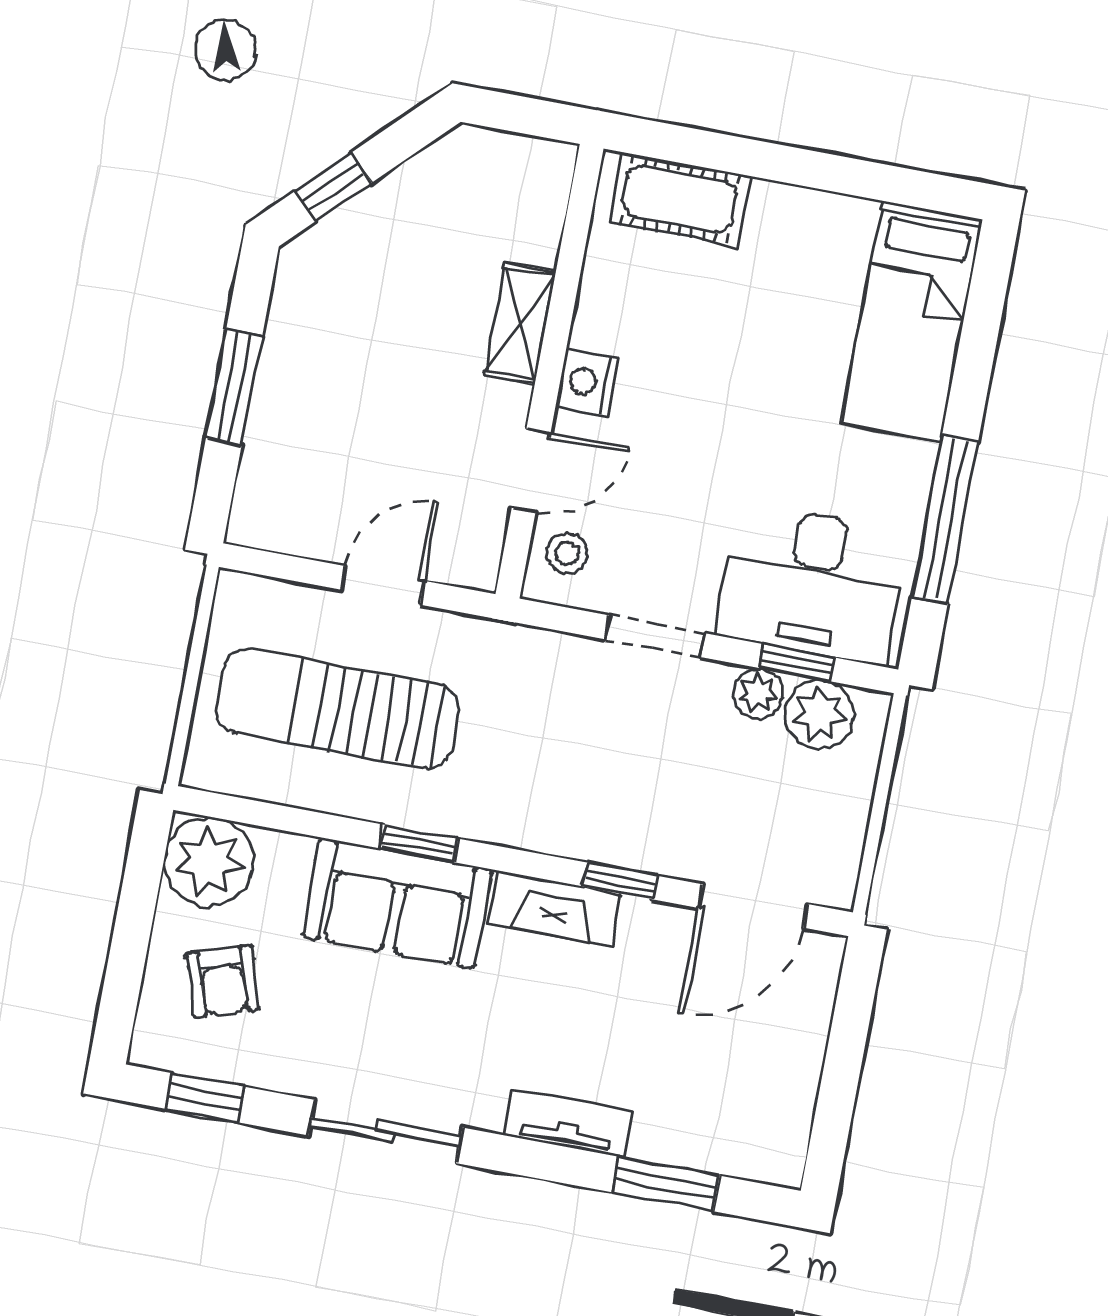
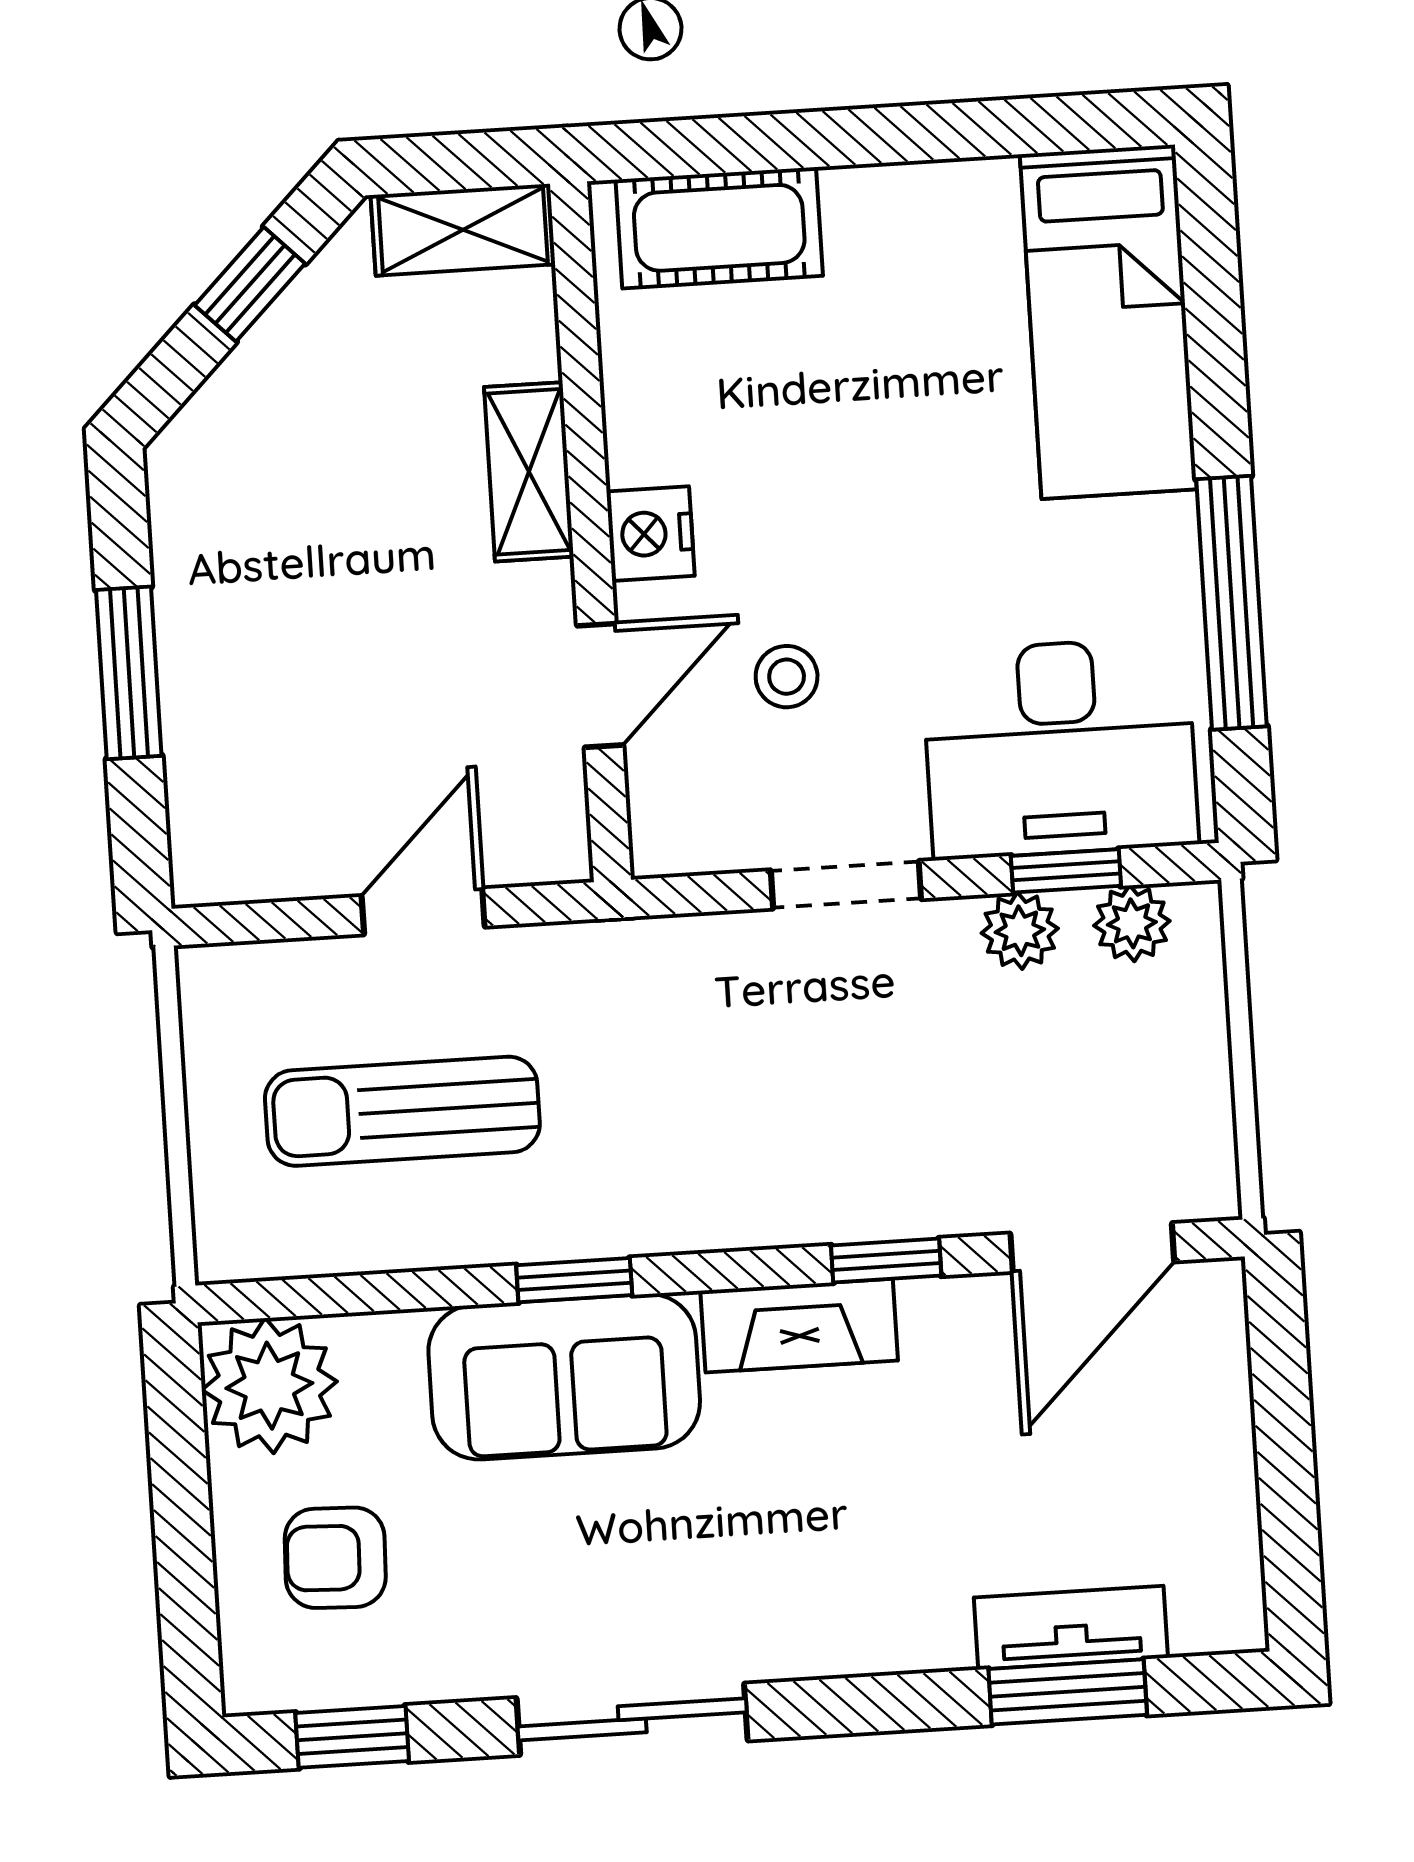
shelving: (517, 159) -> (463, 230), added
window: (333, 187) -> (250, 284), moved
stool: (567, 553) -> (787, 677), moved
sun lounger: (337, 709) -> (402, 1111), width x0.73, depth x0.75
plant: (819, 714) -> (1132, 923), width x0.73, depth x0.73
armchair: (223, 981) -> (335, 1558), turned 110
tv unit: (568, 1123) -> (1071, 1628), moved

